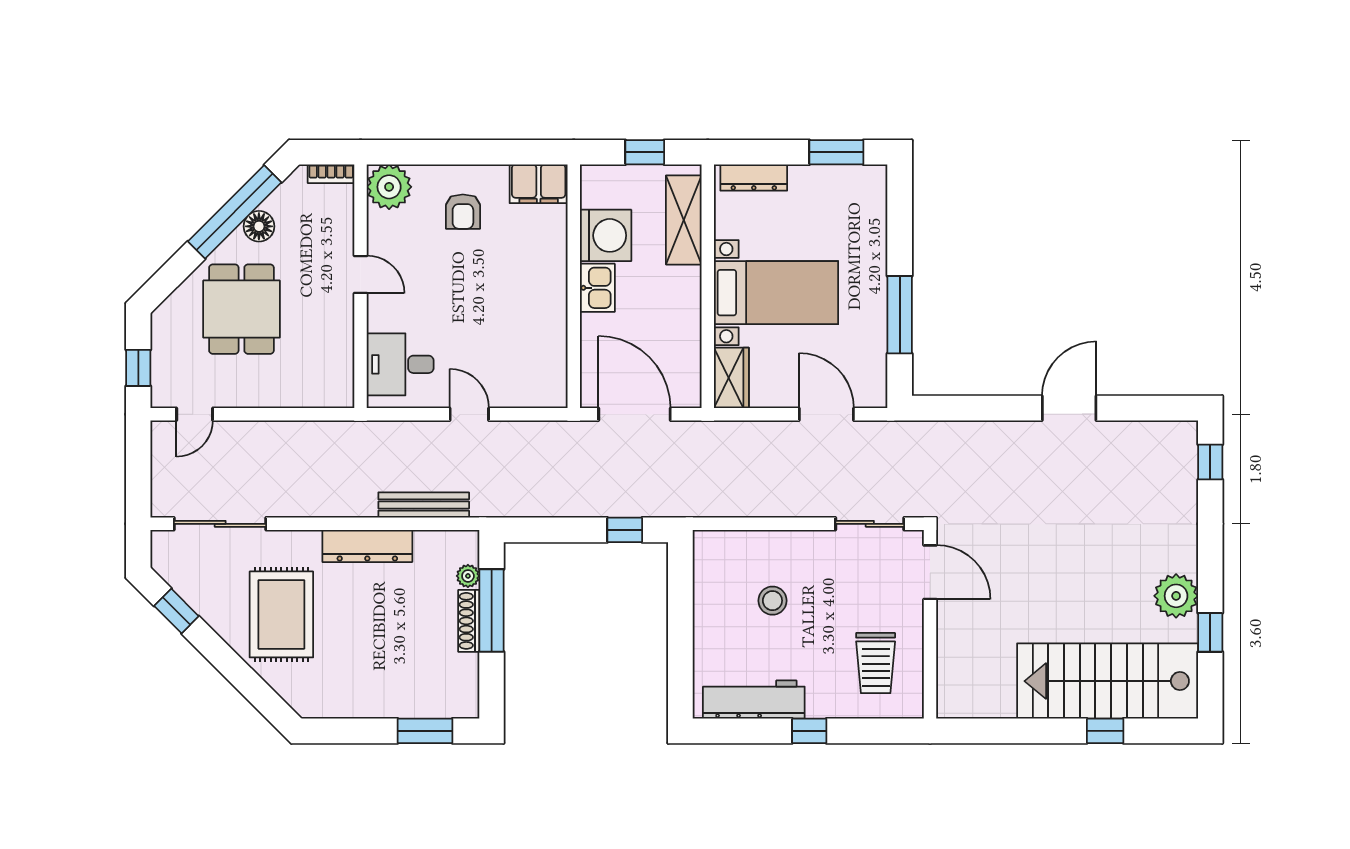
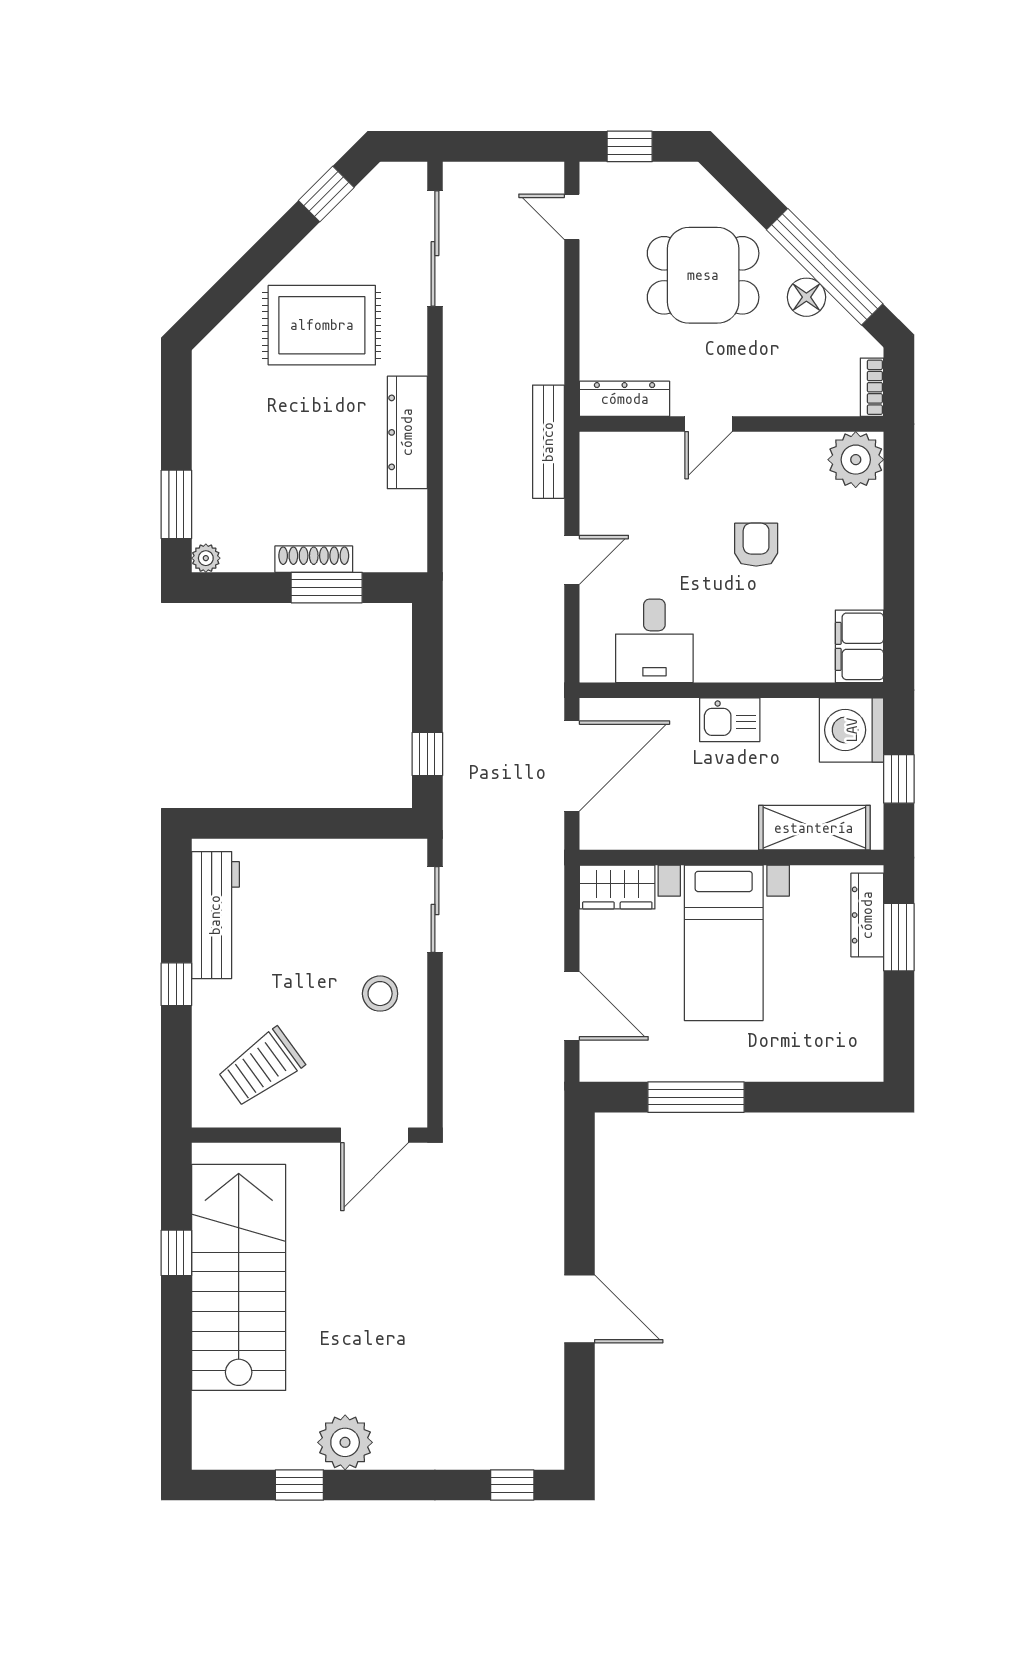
window: (836, 152) -> (899, 937), moved
armchair: (463, 212) -> (756, 545), moved, turned 90
washing machine: (606, 235) -> (852, 730), moved, turned 90
door: (361, 274) -> (709, 424), moved
desk: (400, 364) -> (654, 641), moved, turned 180
dresser: (340, 372) -> (625, 399), added
door: (826, 414) -> (572, 1006), hinge flipped
bench: (424, 505) -> (548, 442), moved
sliding door: (870, 524) -> (435, 910), moved
plant: (468, 576) -> (206, 558), moved
stool: (772, 601) -> (380, 994), moved
window: (492, 611) -> (327, 588), width x0.69
trolley: (876, 663) -> (261, 1067), turned -36
stairs: (1108, 681) -> (239, 1277), moved
window: (1105, 731) -> (176, 1253), moved

